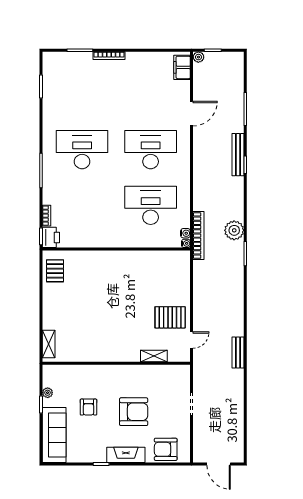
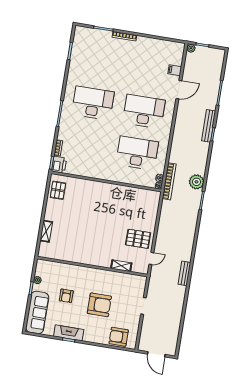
filing cabinet: (182, 67) -> (175, 70), moved, width x0.50
shelving: (49, 344) -> (46, 231), moved
fireplace: (126, 455) -> (69, 333), moved

